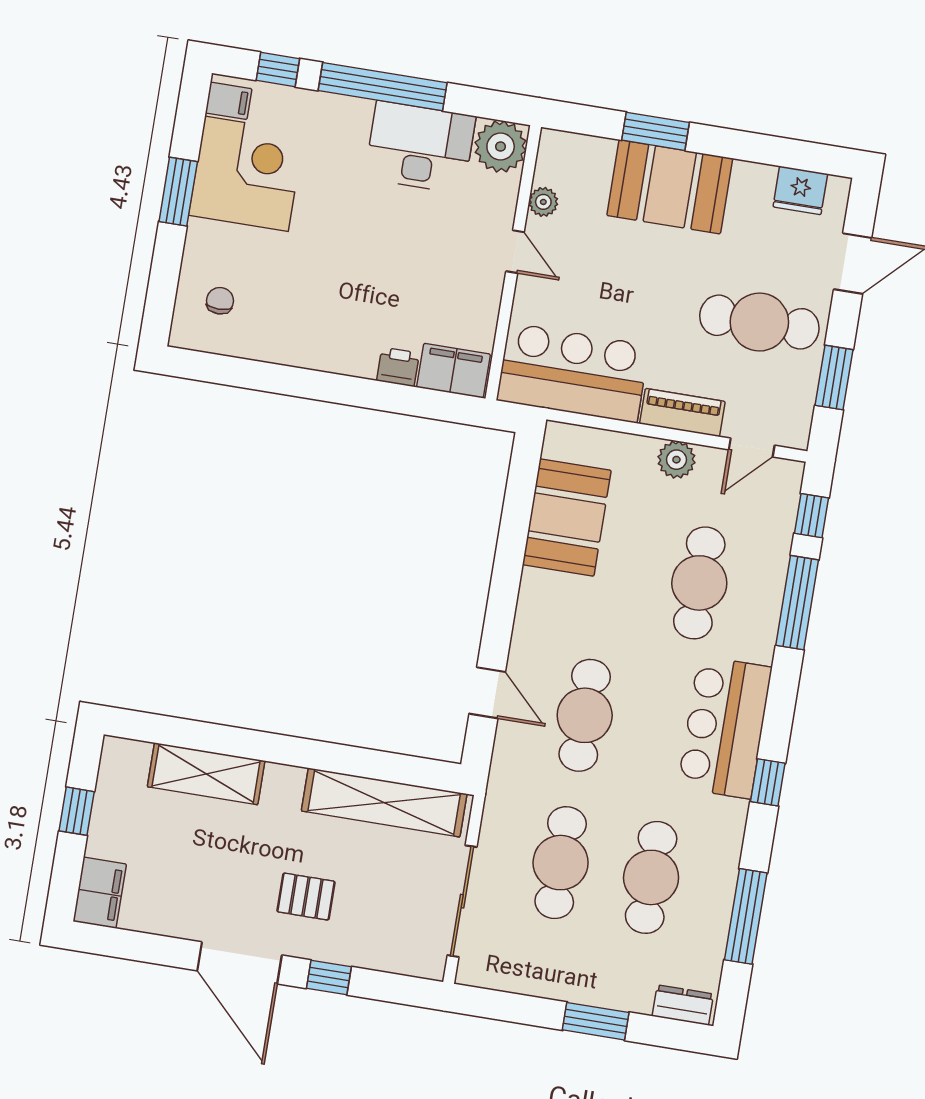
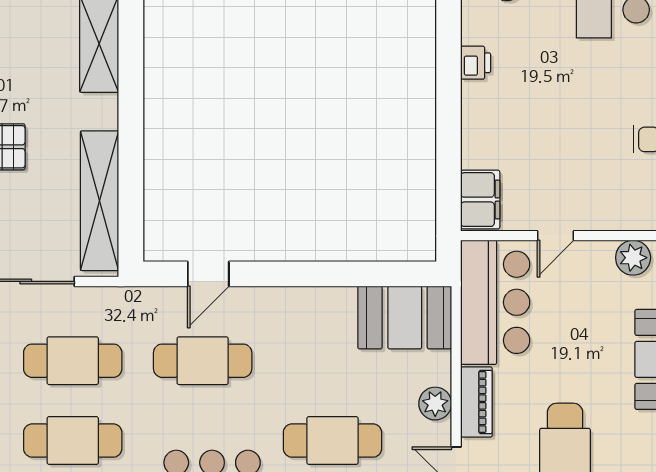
plant: (543, 202) -> (633, 258), width x1.38, depth x1.38
door: (515, 252) -> (556, 236), moved
printer: (398, 367) -> (476, 63), moved
booth: (567, 517) -> (405, 318), moved

